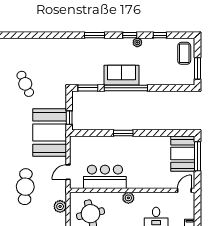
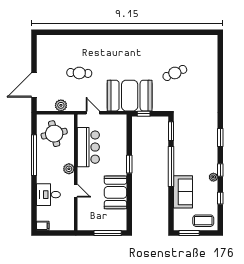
sofa: (122, 75) -> (183, 192), moved
booth: (183, 154) -> (115, 192), moved, turned 90
cafe table: (25, 187) -> (79, 73), width x0.73, depth x0.74
door: (184, 190) -> (76, 191), moved

